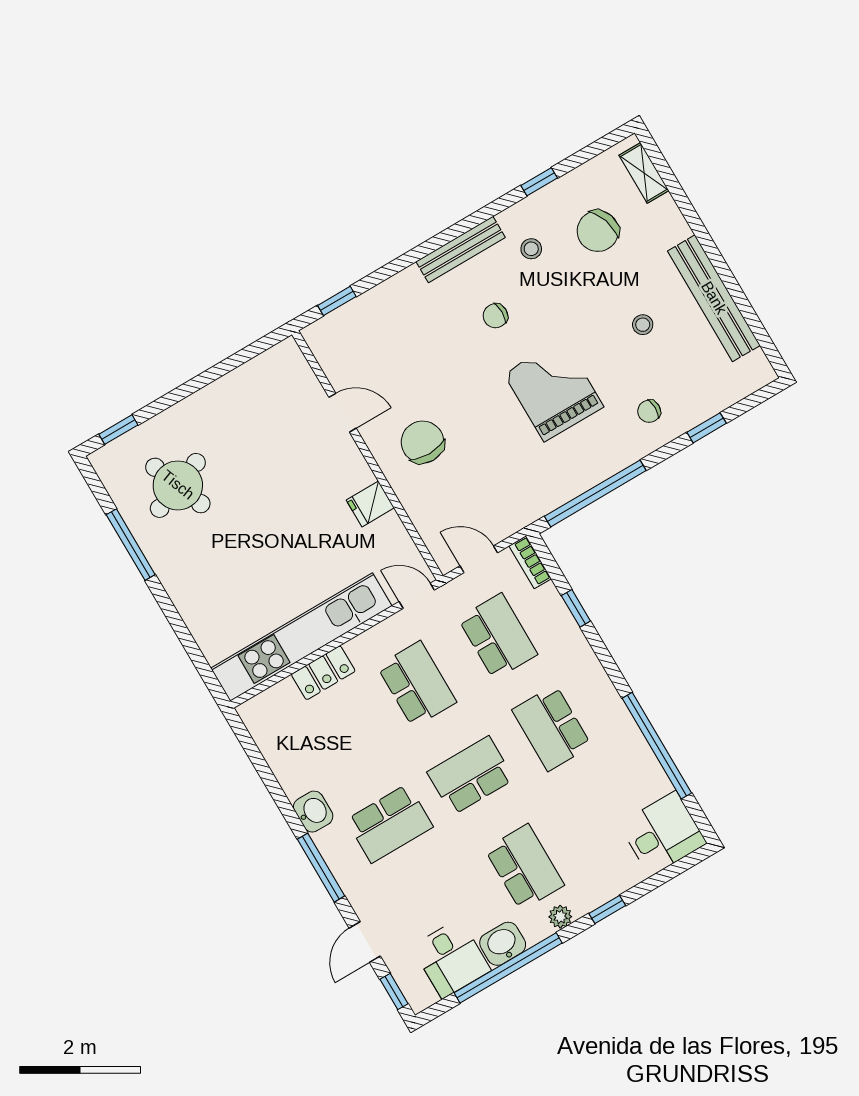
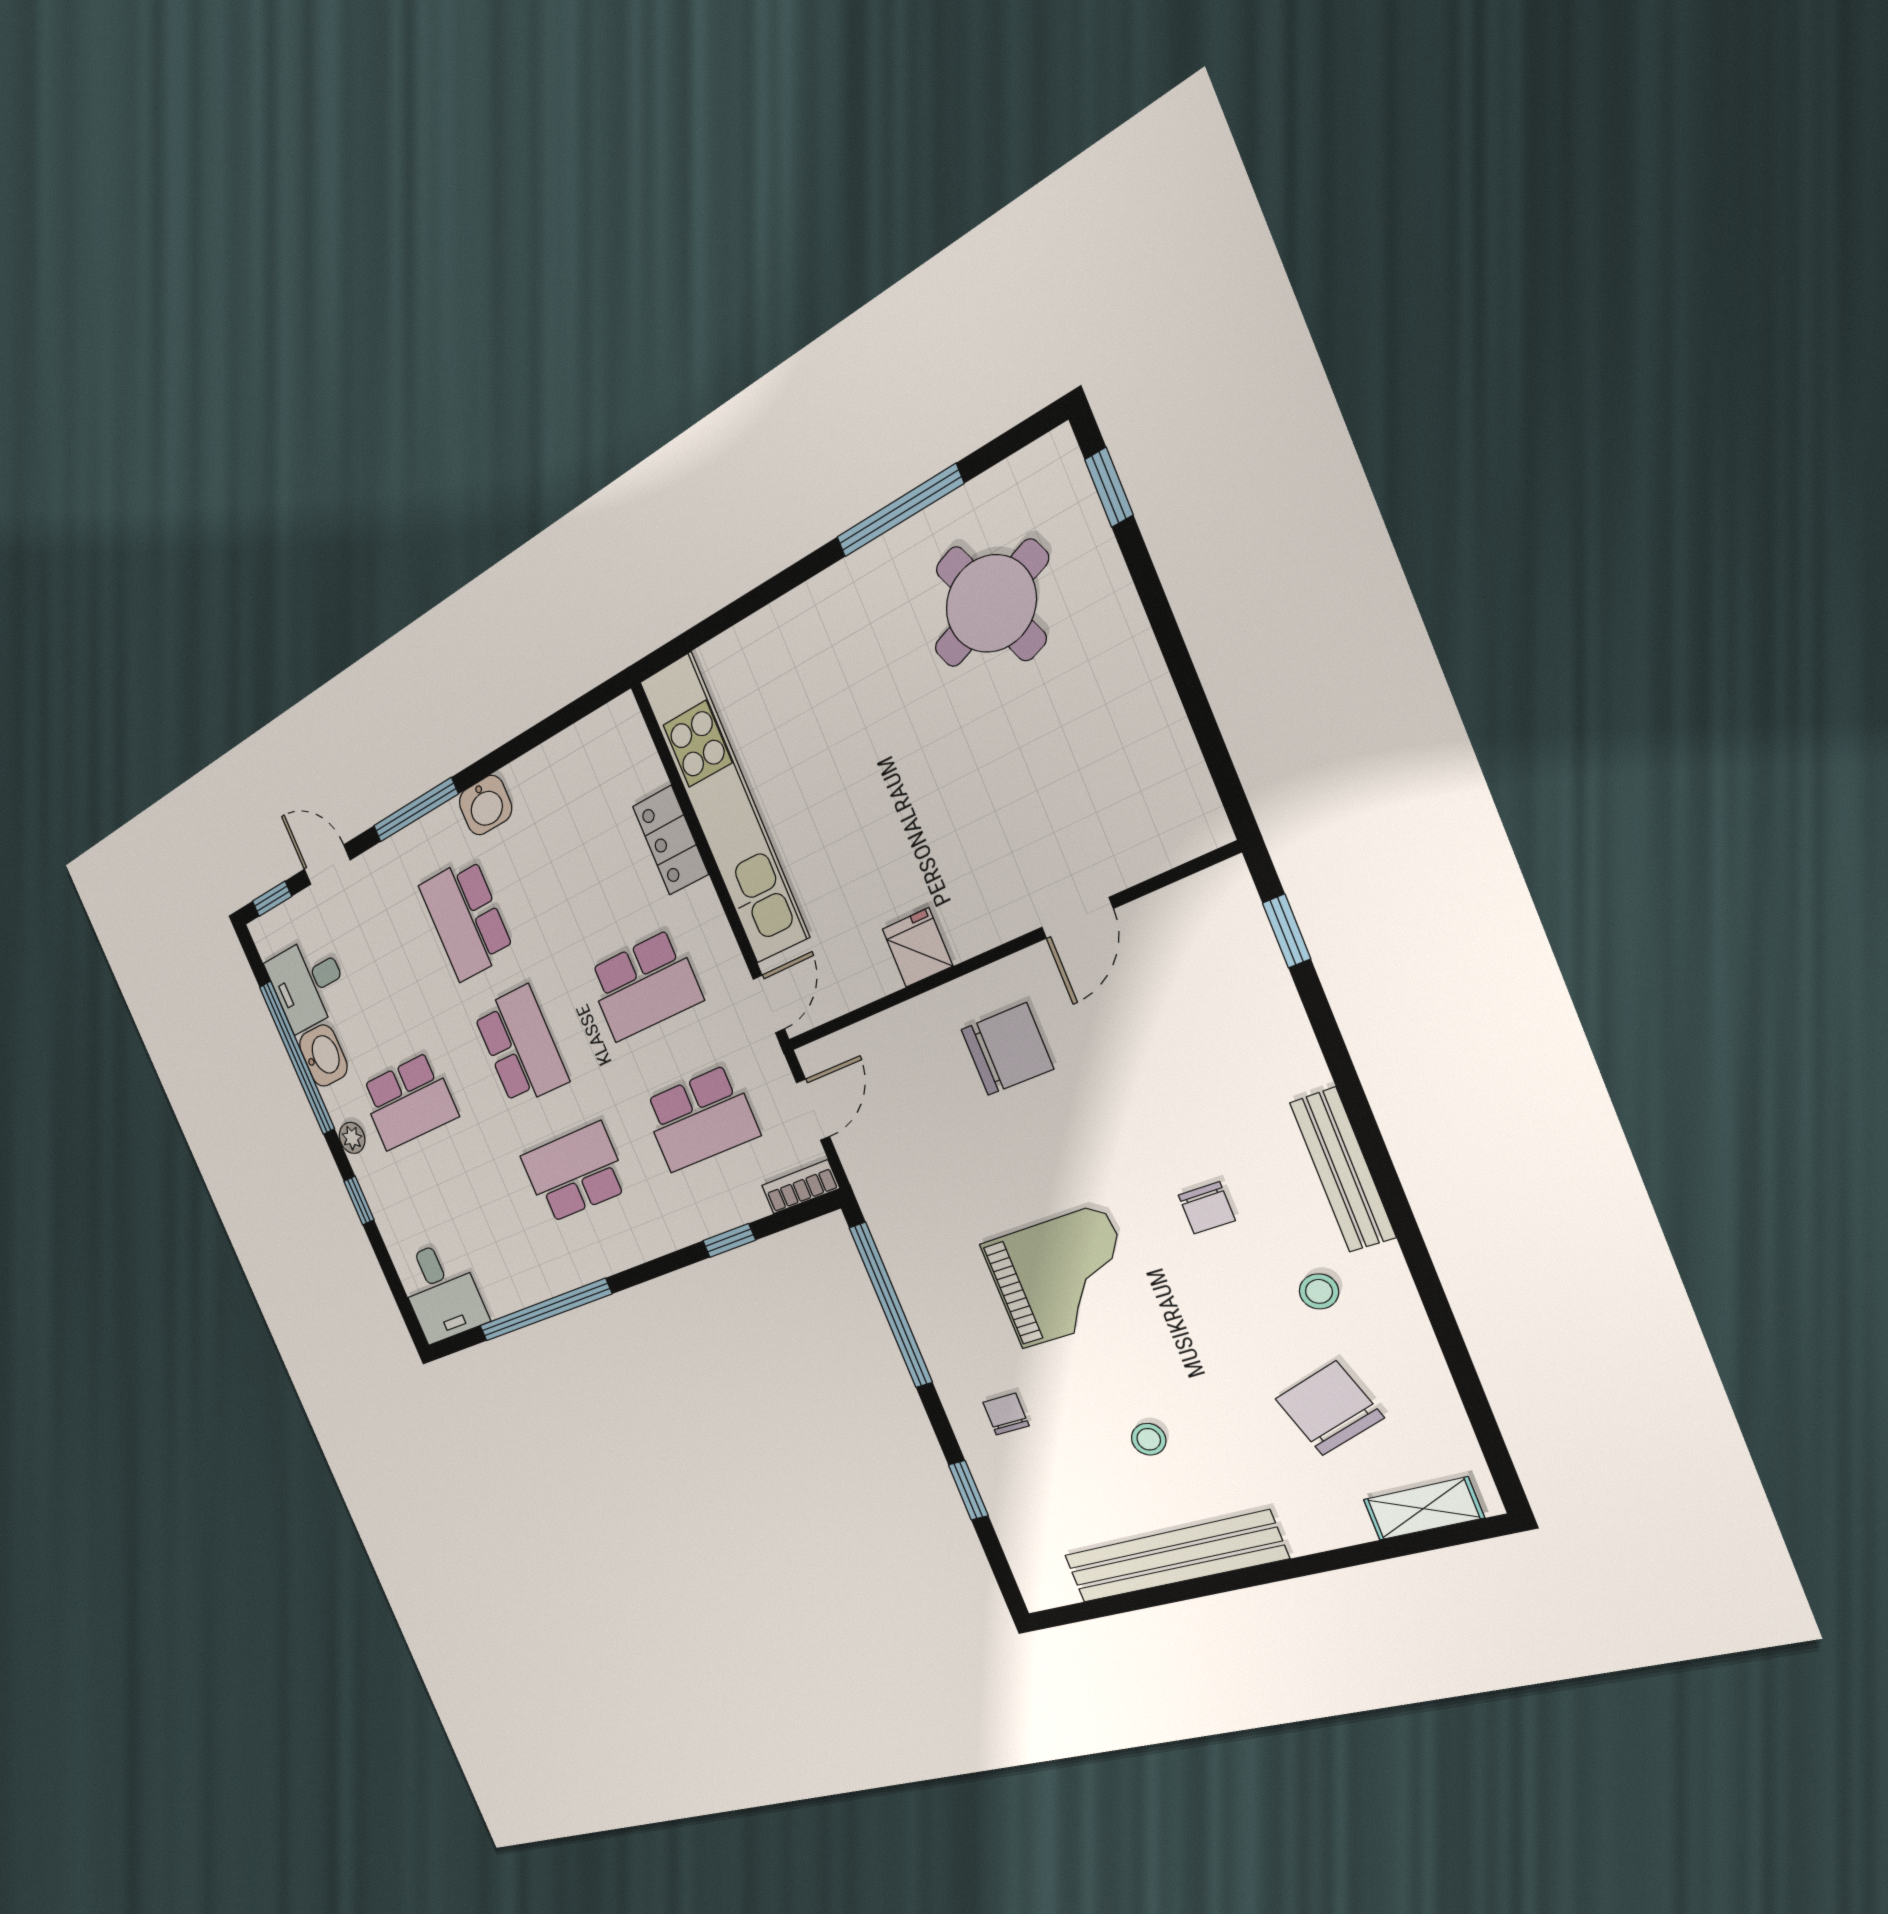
window: (539, 182) -> (1447, 1331), removed
chair: (495, 316) -> (1207, 1208), turned 180

